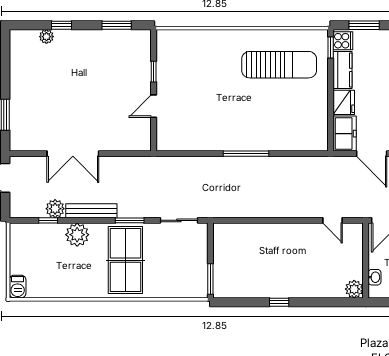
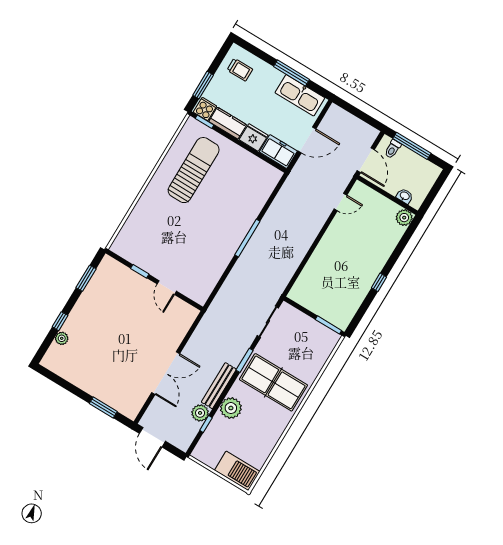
barbecue: (18, 287) -> (237, 471), width x1.88, depth x1.53

